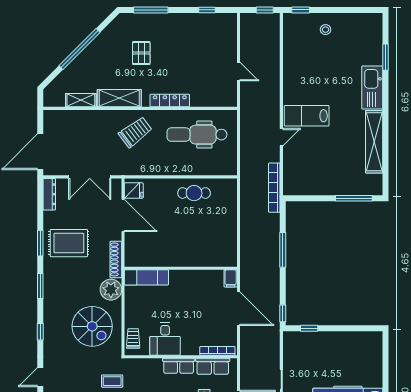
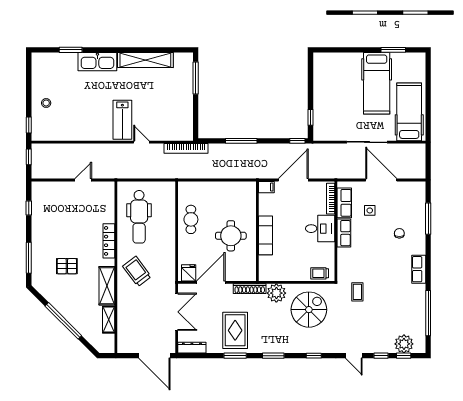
round table: (176, 238) -> (231, 236), added
exam couch: (146, 277) -> (266, 235), moved
desk: (165, 339) -> (320, 229), moved

